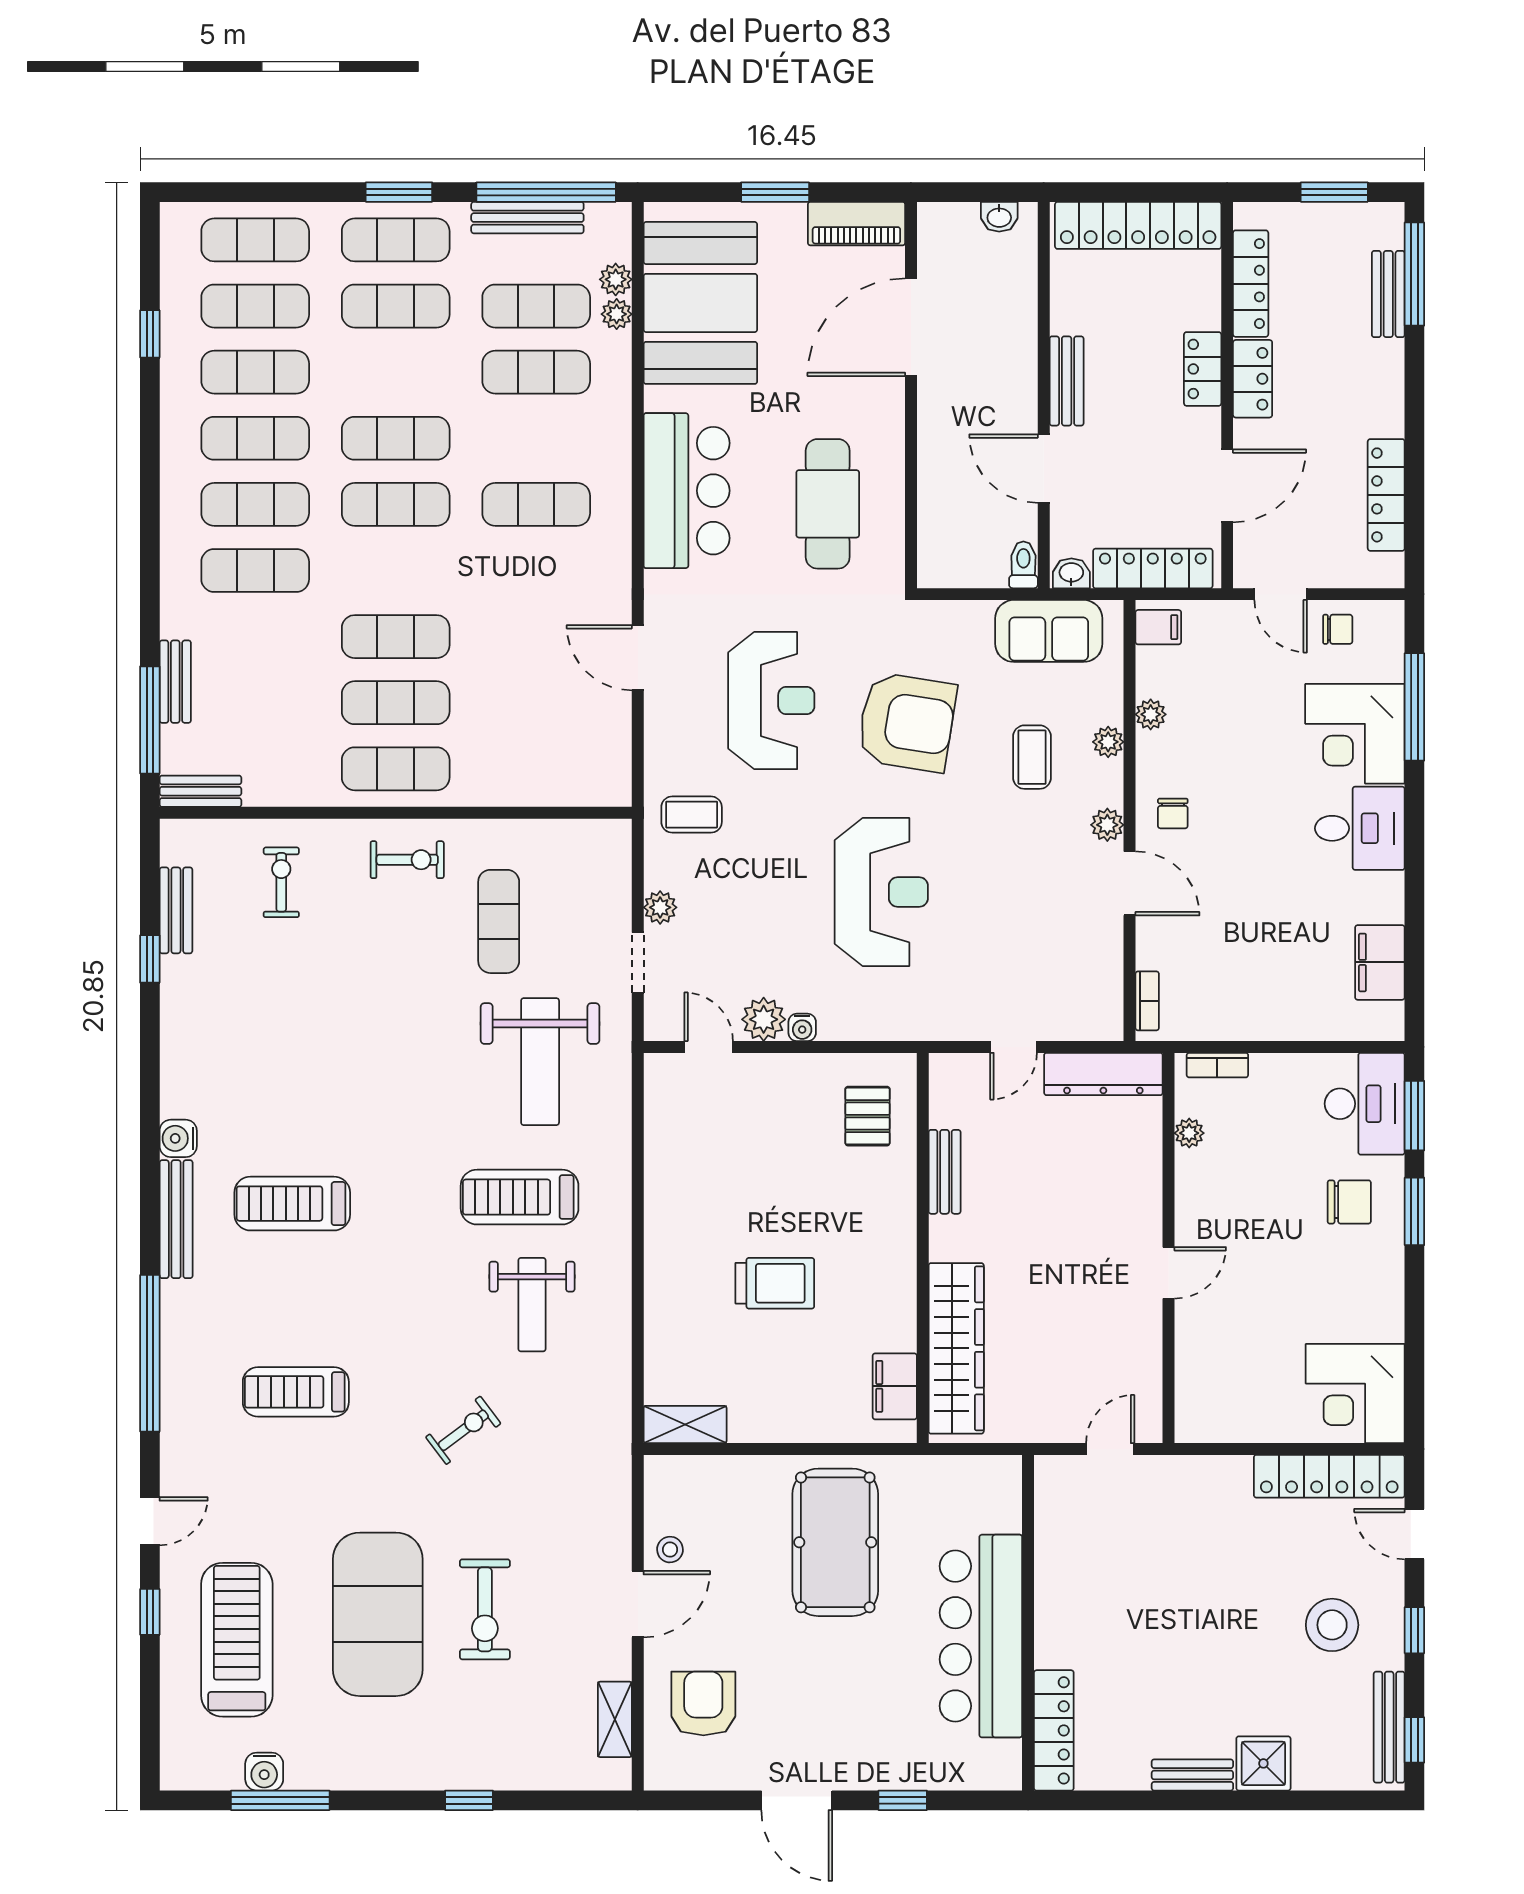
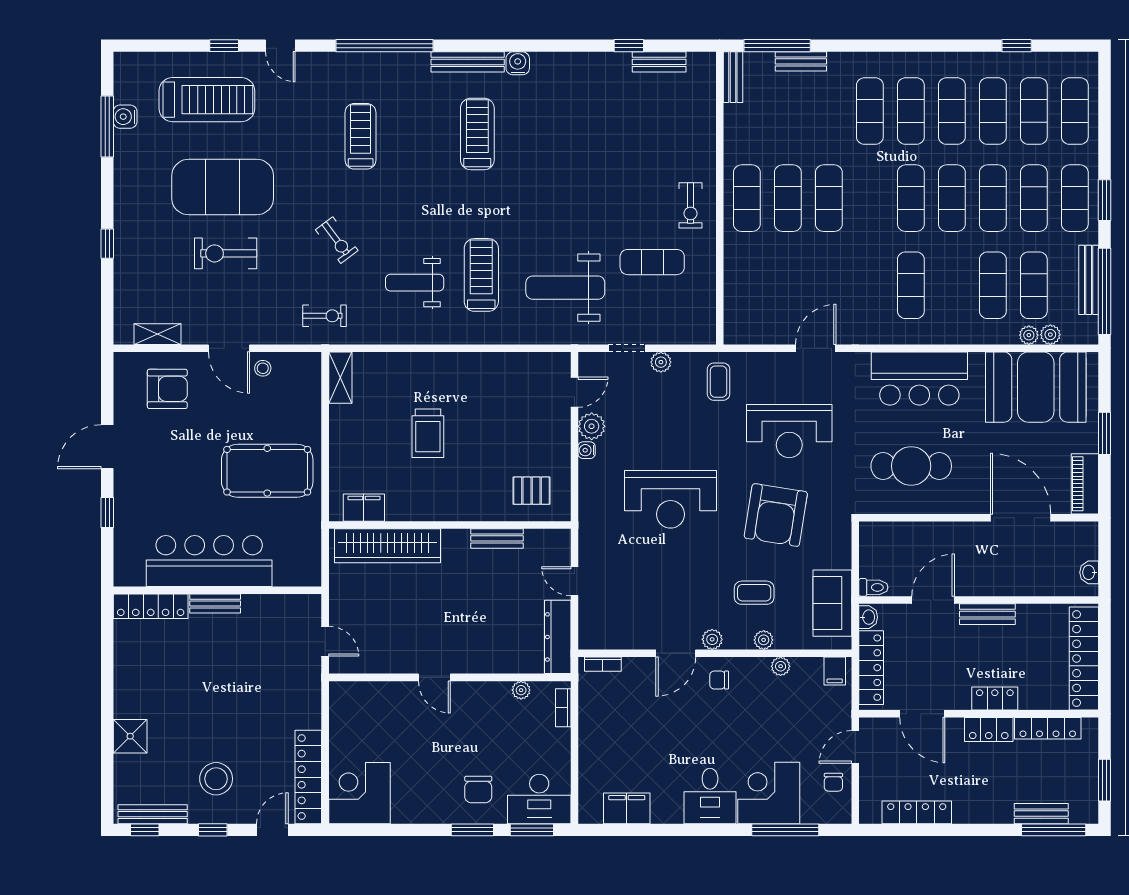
exercise mat: (396, 372) -> (993, 198), added
exercise bike: (281, 882) -> (324, 316), moved
bench: (1192, 1775) -> (215, 604), moved, turned 90

